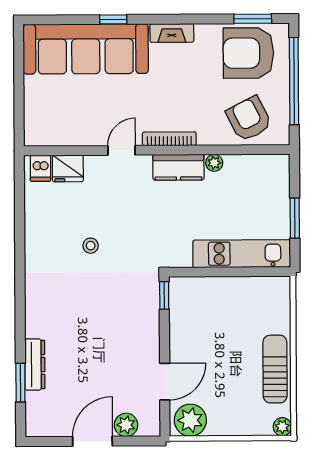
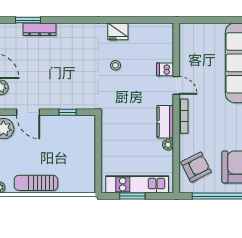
dishwasher: (40, 168) -> (165, 69), moved
fridge: (68, 168) -> (118, 31), moved, turned -90
kitchen unit: (242, 254) -> (137, 184), moved, turned -90
window: (164, 295) -> (67, 112), moved
sun lounger: (275, 369) -> (36, 183), turned 180

